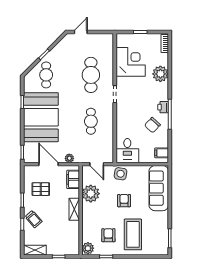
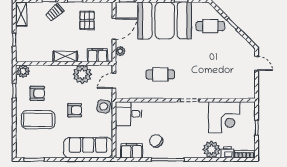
cafe table: (91, 75) -> (210, 74), removed
printer: (163, 107) -> (227, 153), moved
filing cabinet: (162, 153) -> (132, 151), width x2.00

